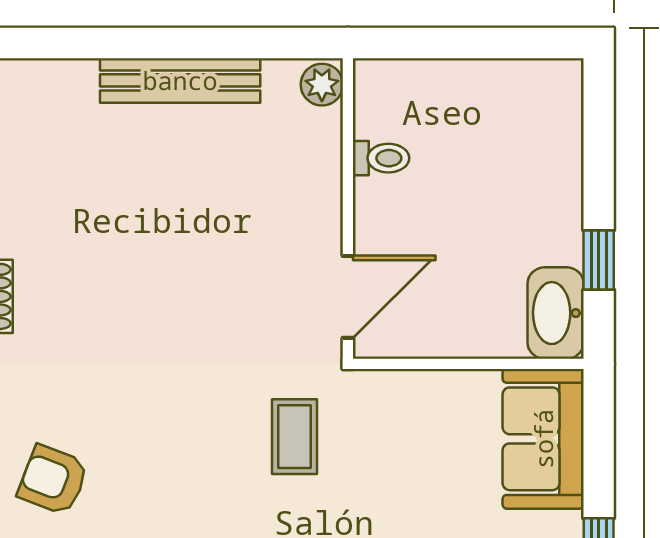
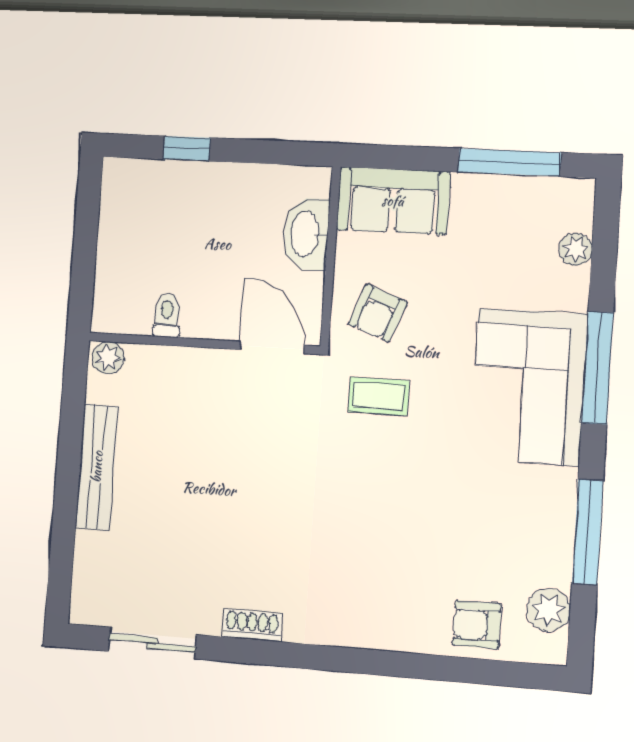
window: (599, 260) -> (187, 149), moved
washbasin: (556, 313) -> (306, 234), moved, turned 90
armchair: (53, 480) -> (378, 313), moved

